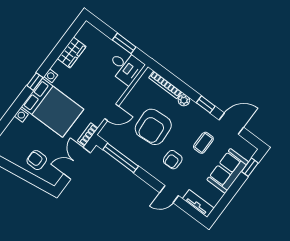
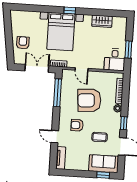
sofa: (228, 171) -> (103, 164), moved

